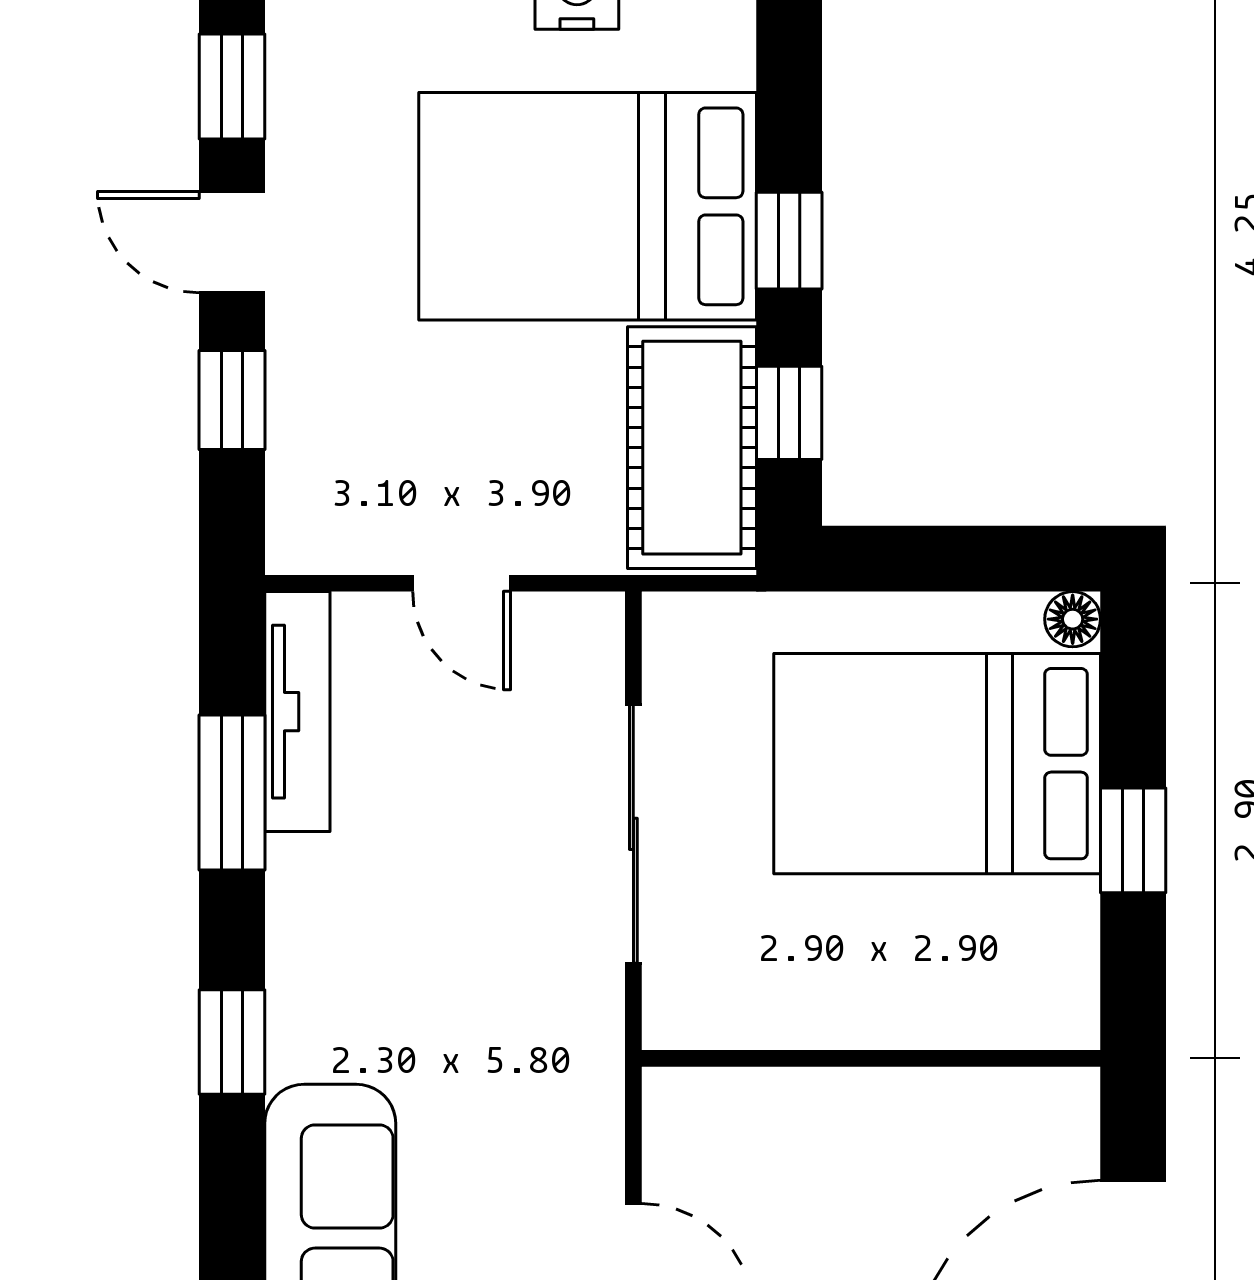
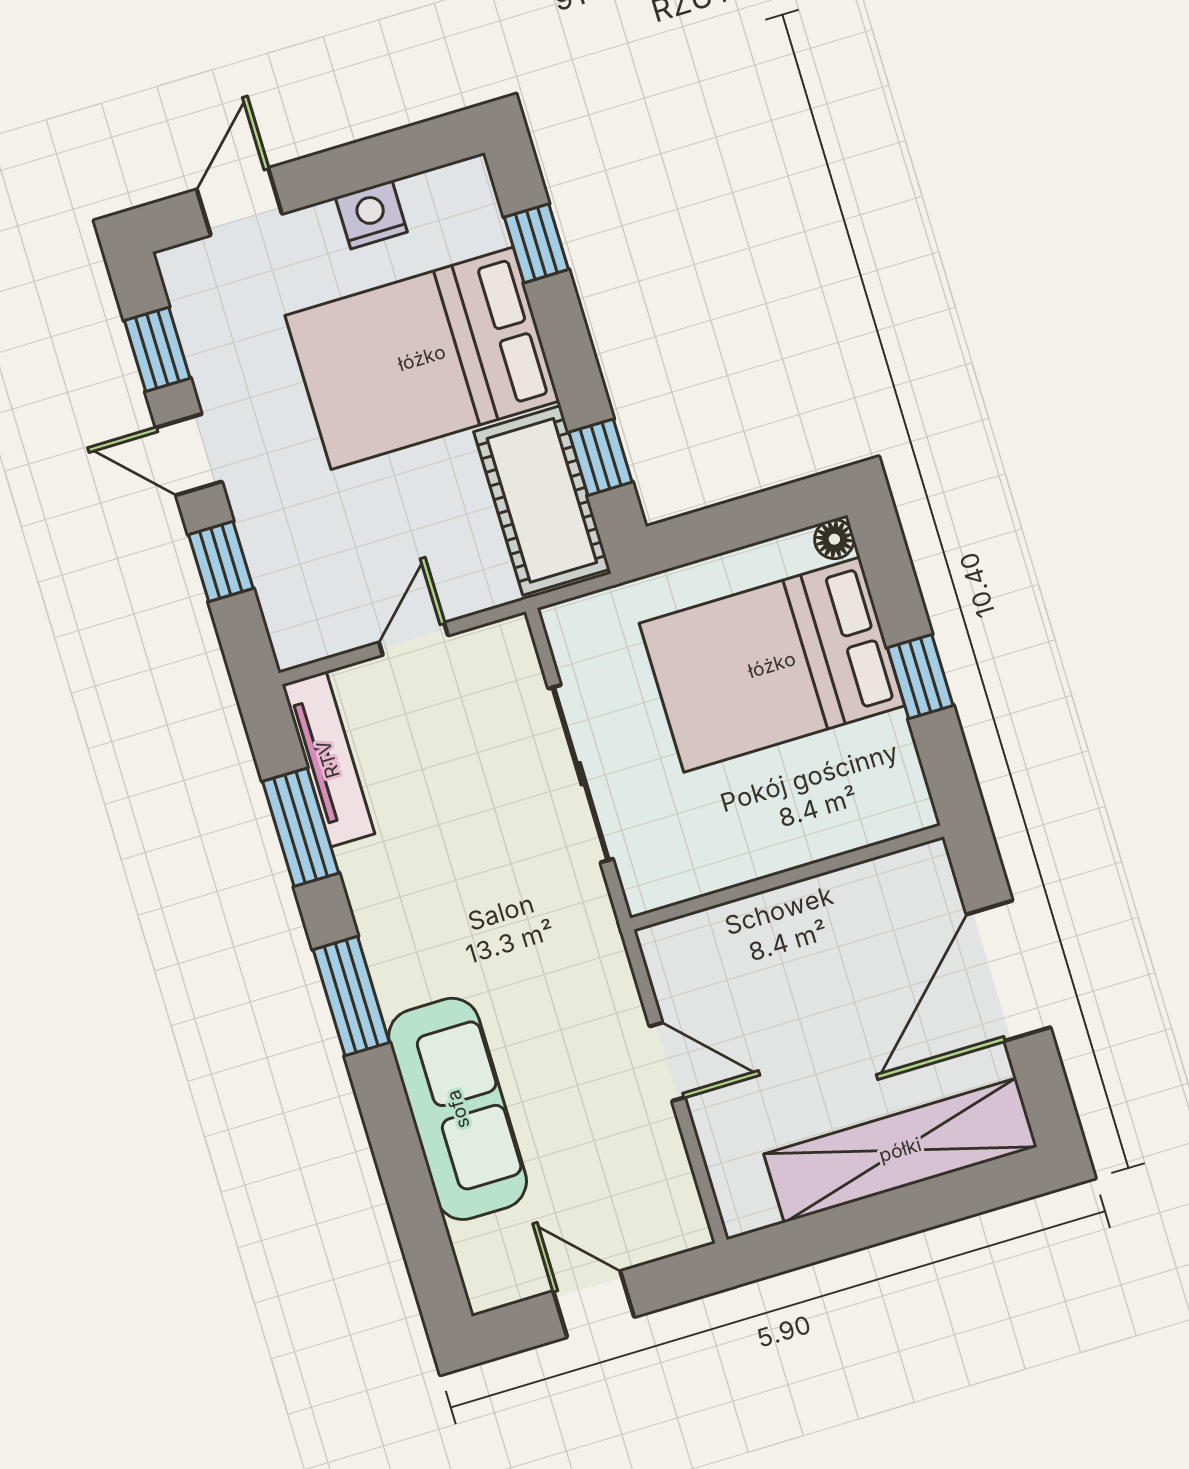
window: (789, 241) -> (536, 243), moved
door: (462, 583) -> (414, 639), swing flipped
window: (232, 1042) -> (351, 996), width x1.50

